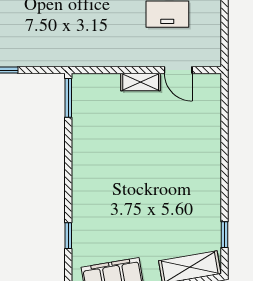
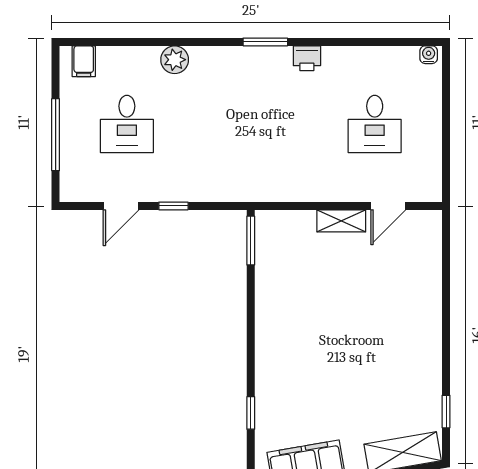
door: (178, 70) -> (388, 206), hinge flipped

